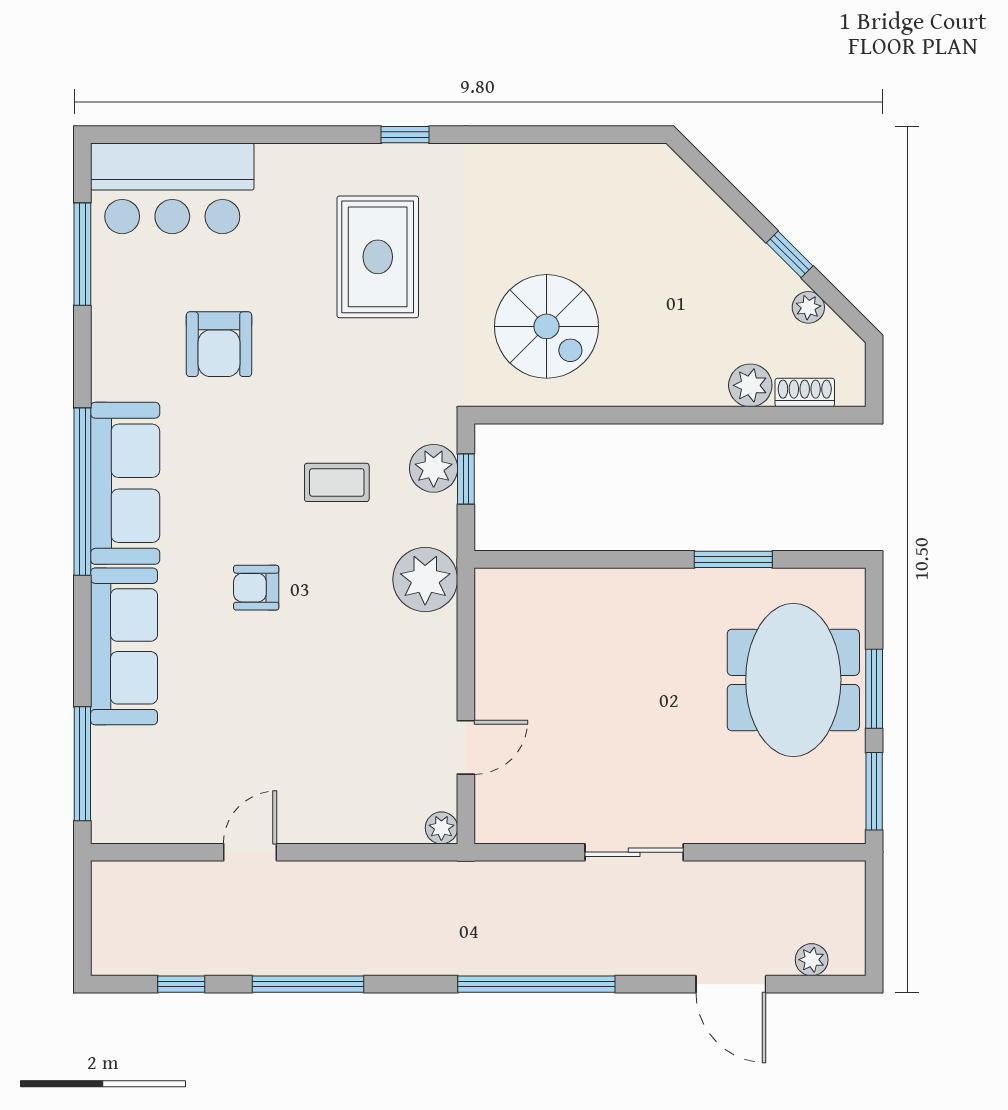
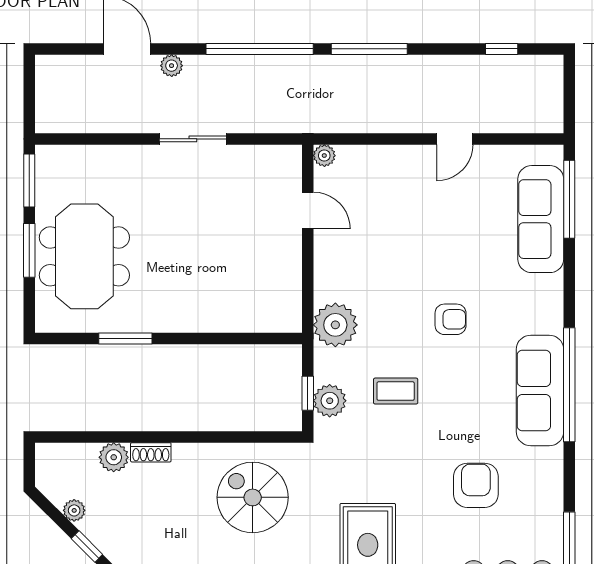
shoe rack: (805, 393) -> (151, 452), moved
sofa: (124, 646) -> (541, 219), moved
door: (466, 747) -> (308, 210), swing flipped
plant: (812, 960) -> (172, 66), moved
window: (308, 984) -> (369, 49), moved

